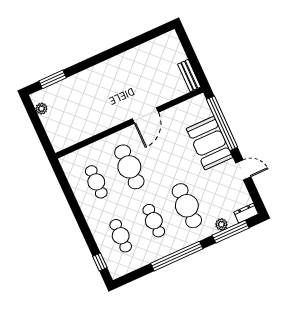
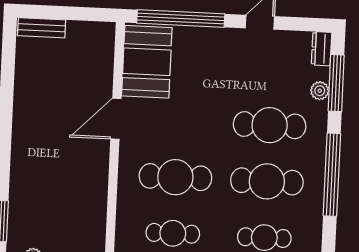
bench: (189, 76) -> (42, 28), moved
door: (145, 115) -> (116, 119), swing flipped
booth: (209, 143) -> (147, 62), moved, turned 90
cafe table: (154, 221) -> (267, 181), width x1.37, depth x1.35

